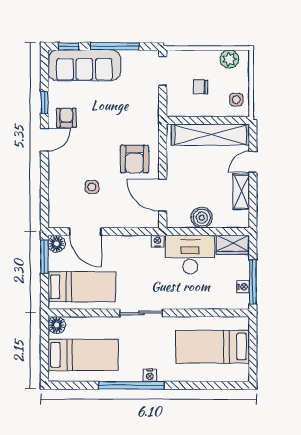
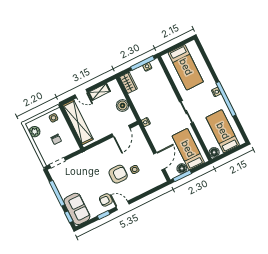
sofa: (84, 65) -> (77, 209), width x0.73
armchair: (134, 159) -> (118, 174), moved
floor lamp: (57, 244) -> (182, 168), moved
desk: (190, 255) -> (144, 102), removed

